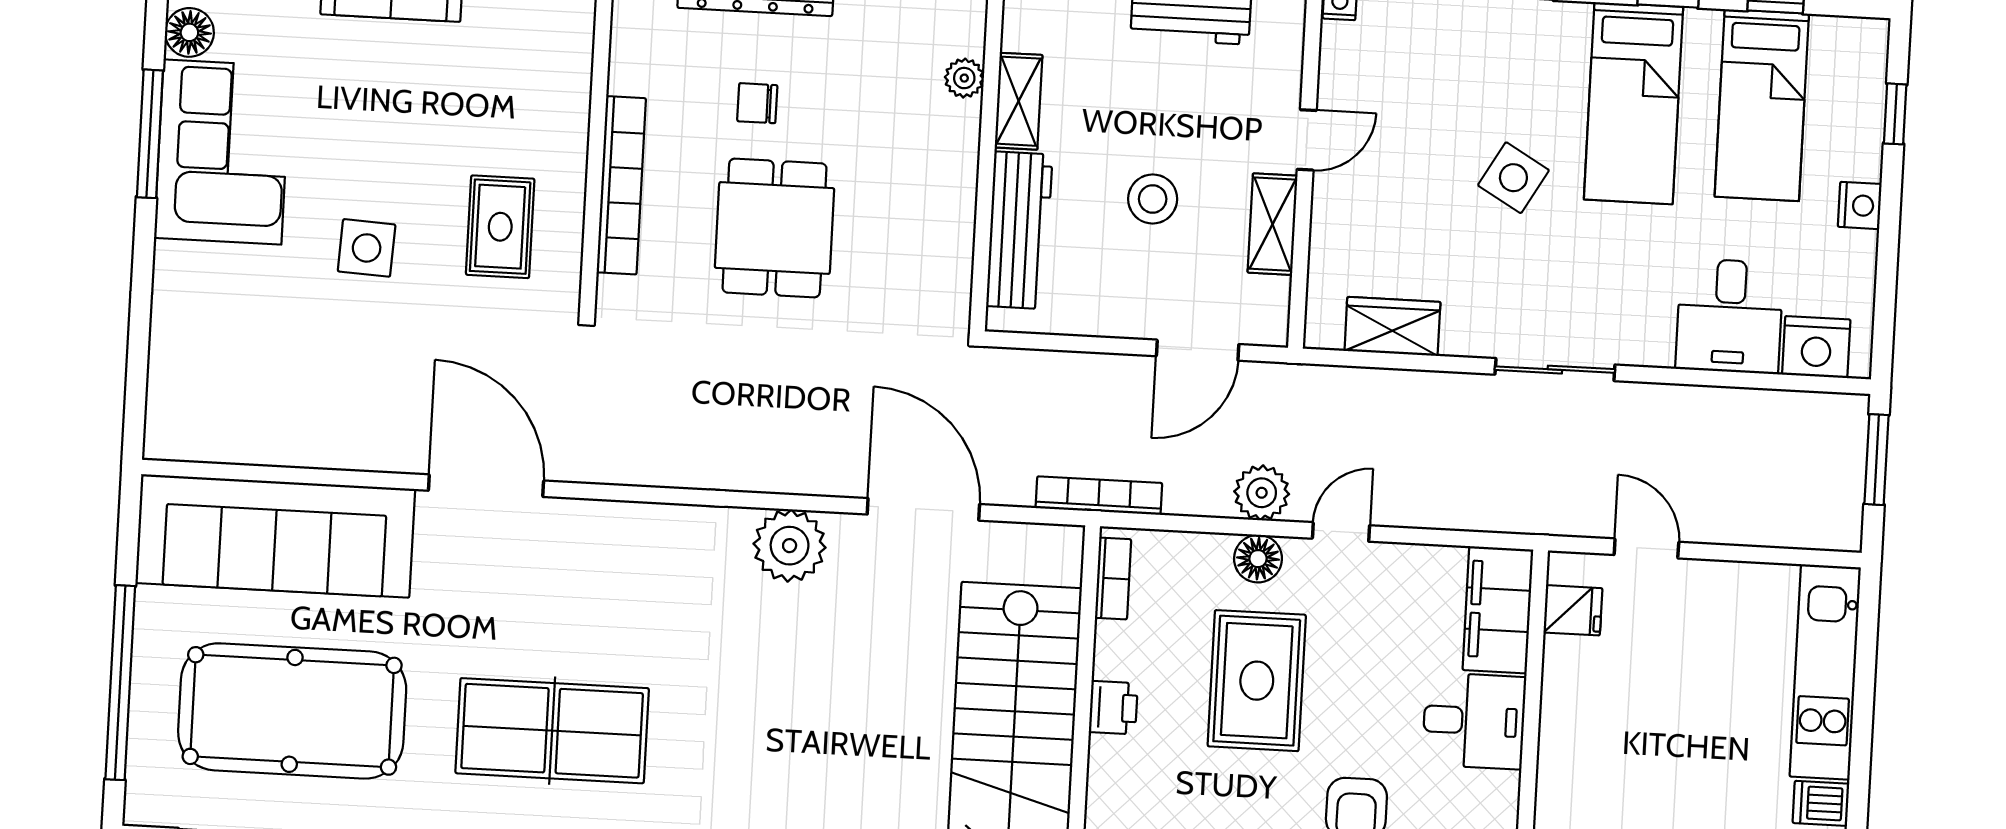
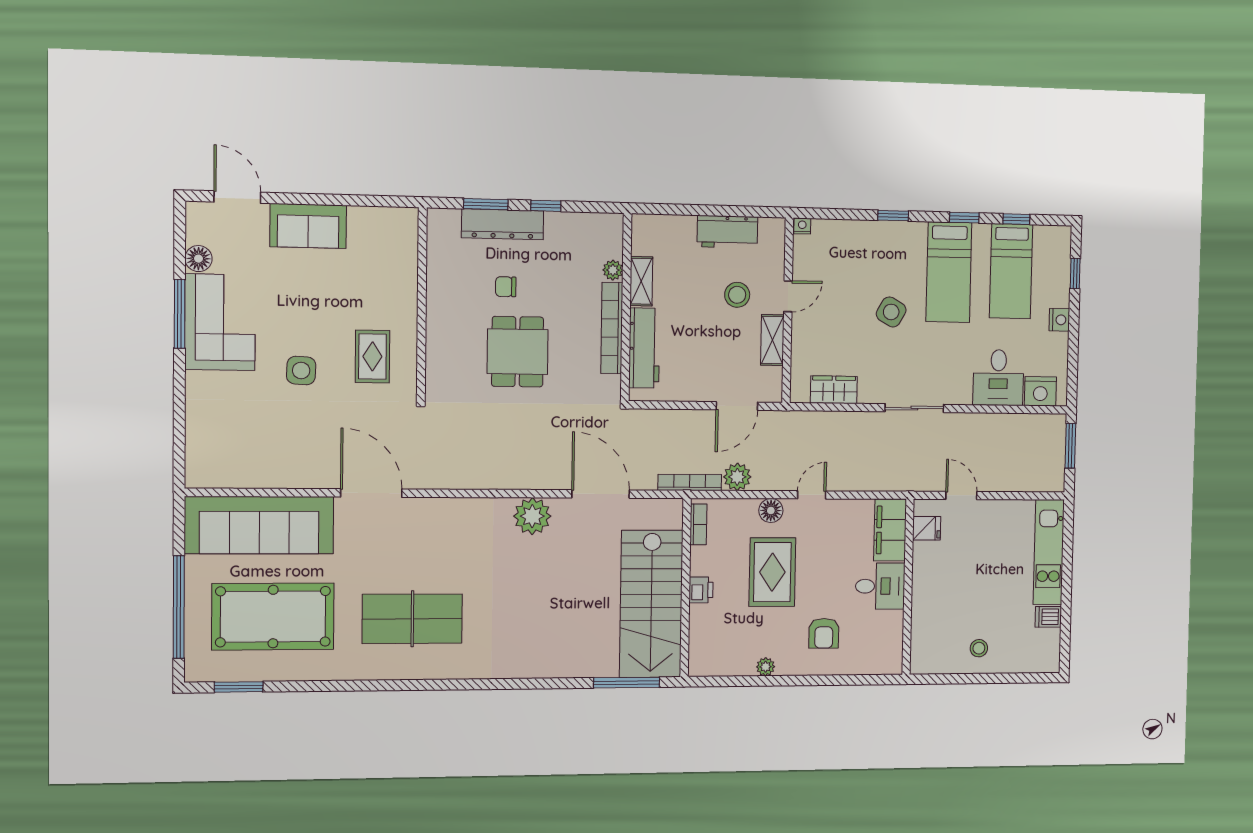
bookcase: (621, 185) -> (612, 328), moved, turned 180
stool: (1153, 199) -> (737, 295), moved
plant: (1262, 493) -> (737, 477), moved

